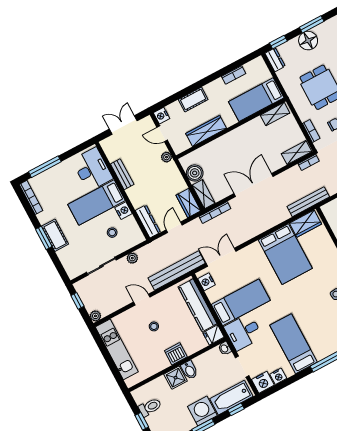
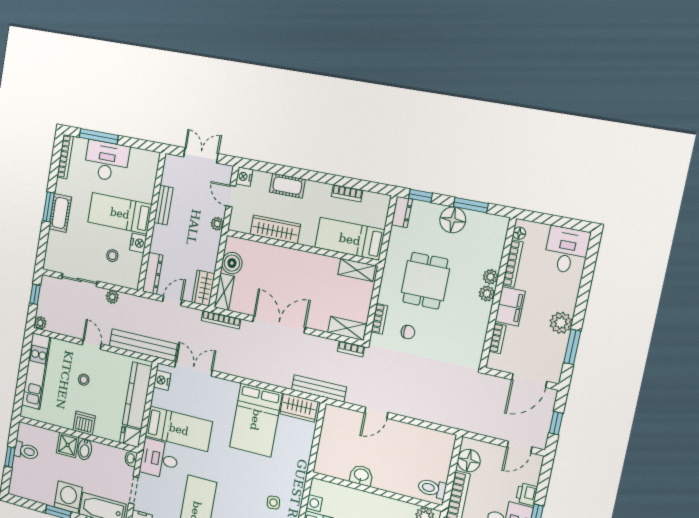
desk: (92, 169) -> (107, 161), moved, turned -90

